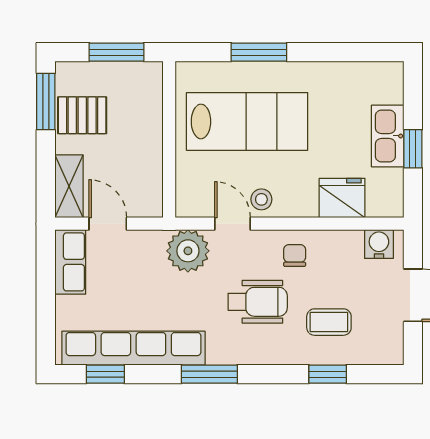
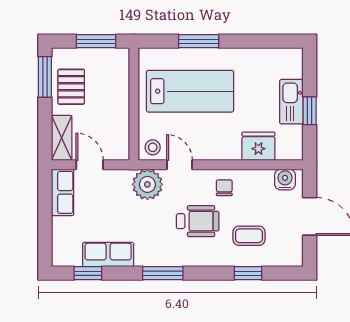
pallet: (82, 115) -> (71, 87), turned 90
stool: (261, 199) -> (153, 147), moved
row of seats: (133, 348) -> (108, 254), width x0.50

